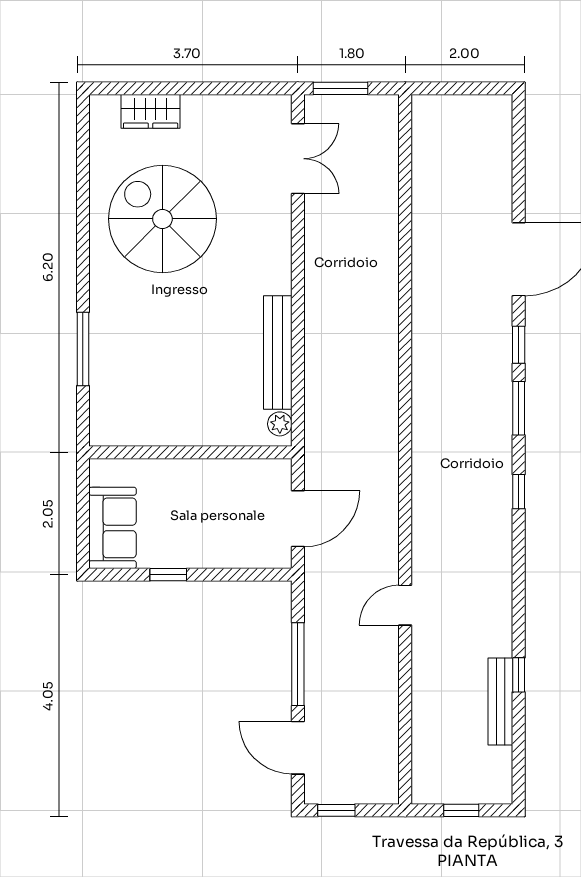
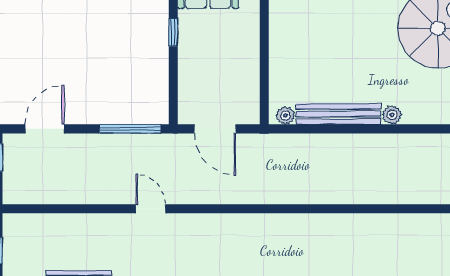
plant: (279, 281) -> (392, 115), added
window: (298, 664) -> (130, 129), moved

